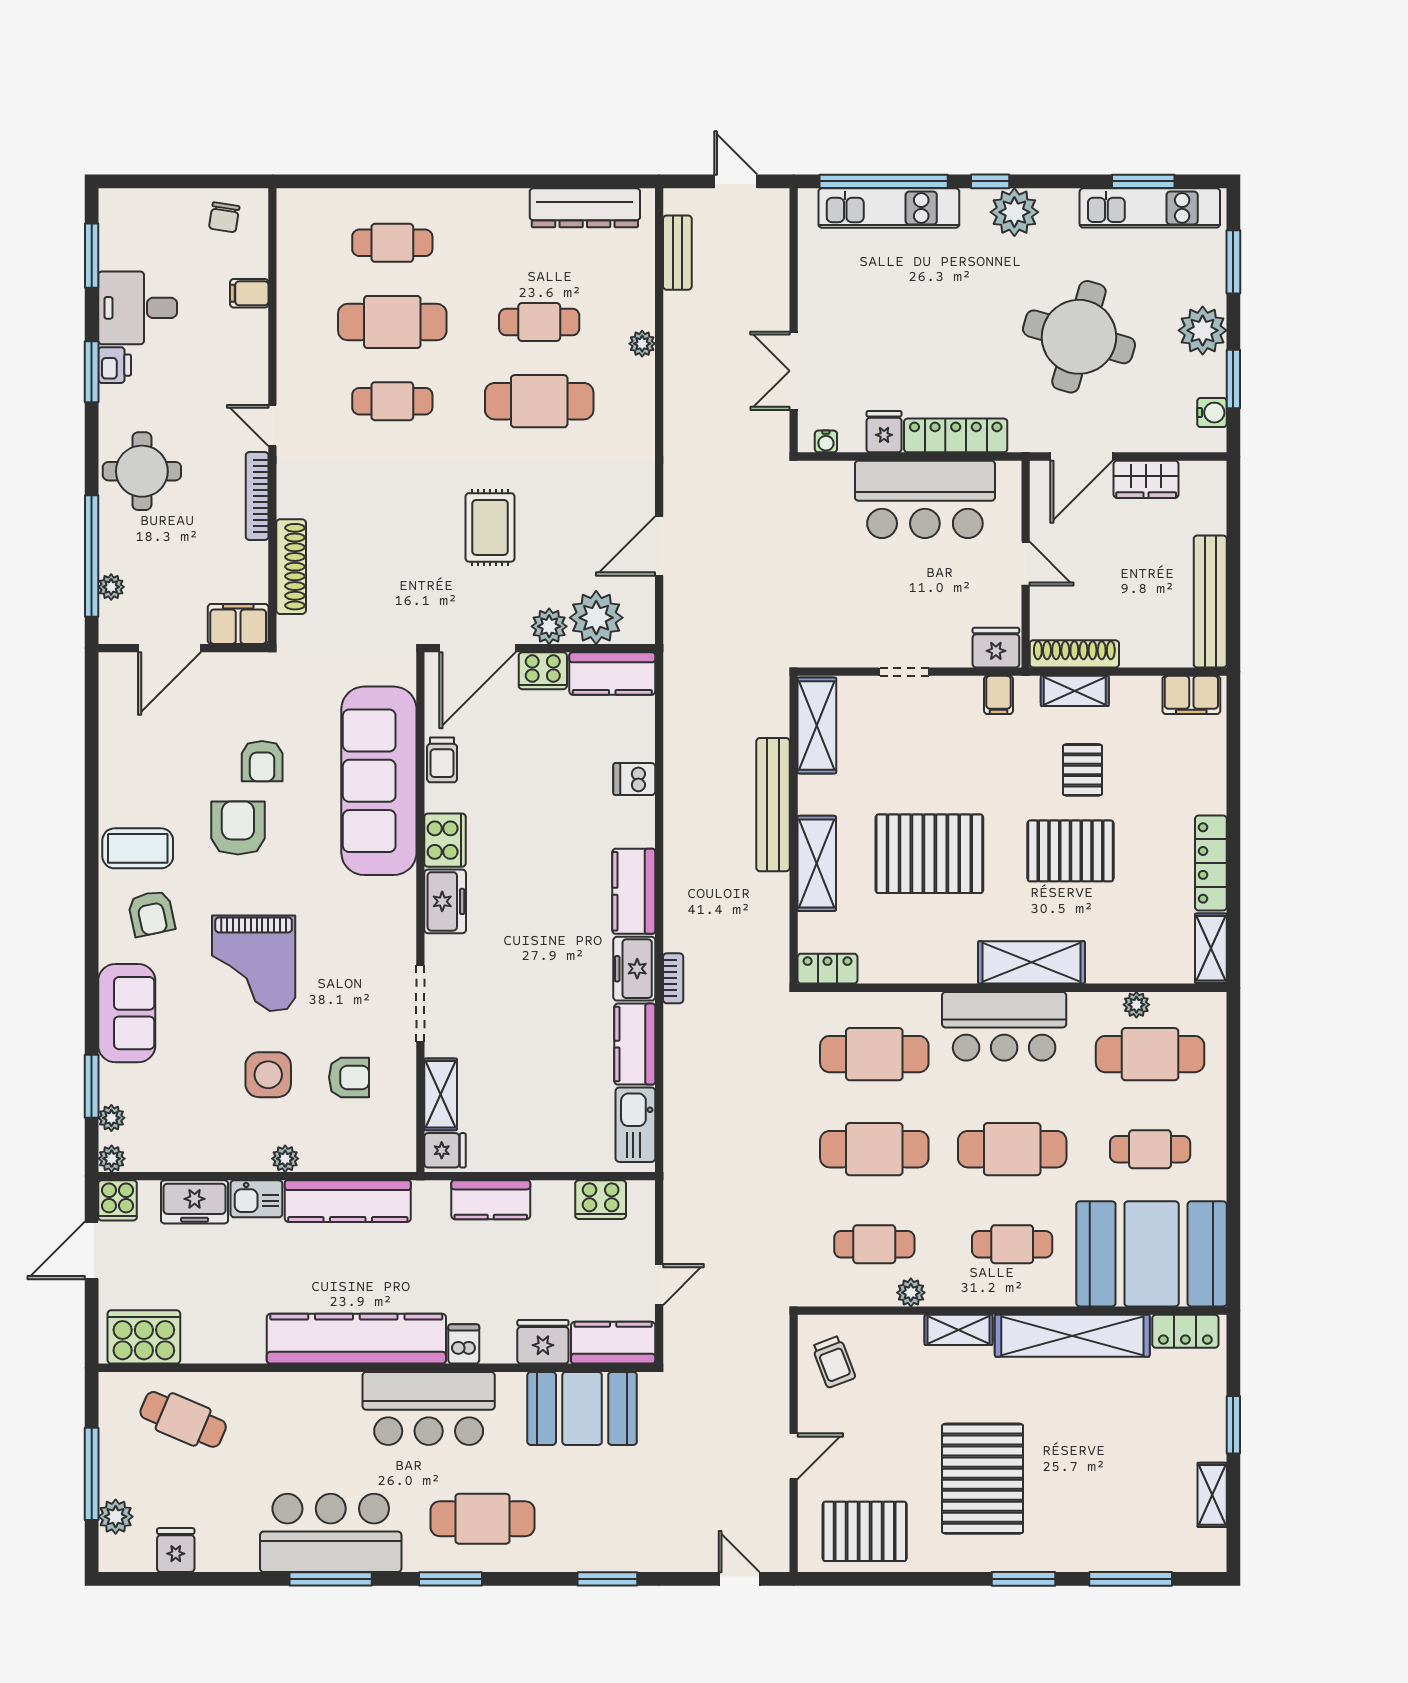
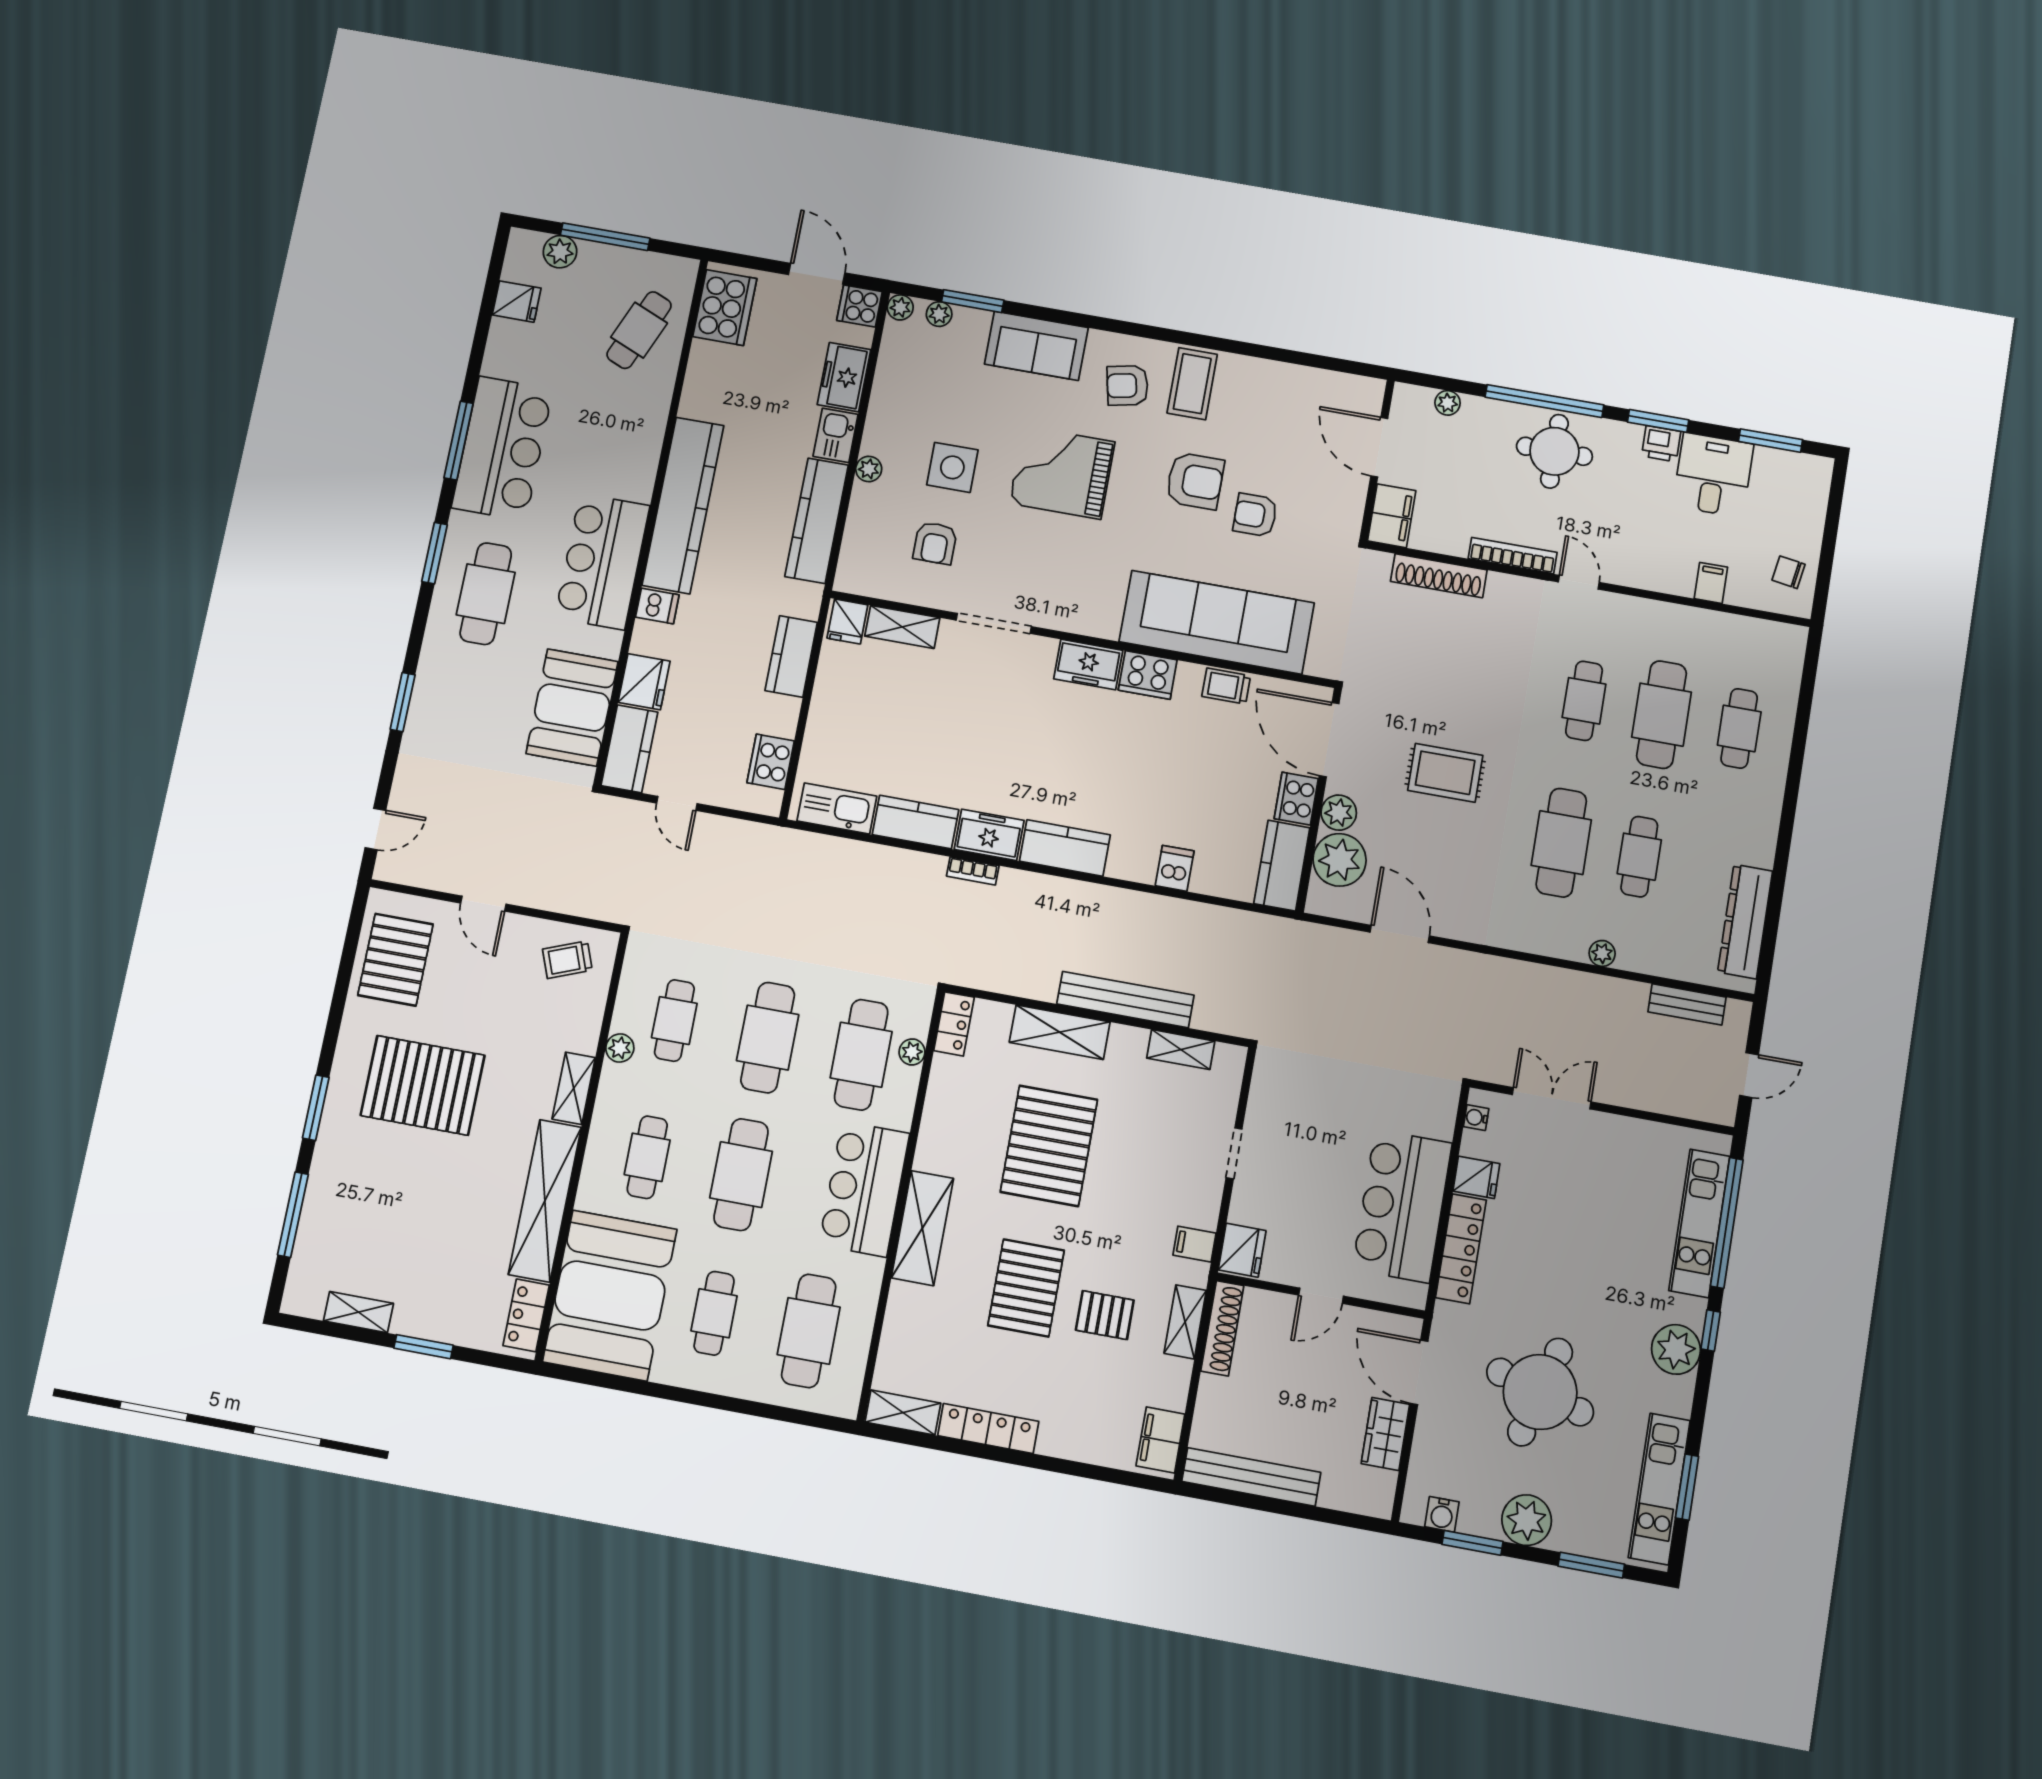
door: (272, 426) -> (1579, 582), hinge flipped
window: (92, 556) -> (1544, 401), moved
shelving: (817, 725) -> (1181, 1050), width x0.67, depth x0.75
plant: (1136, 1005) -> (912, 1052), moved

